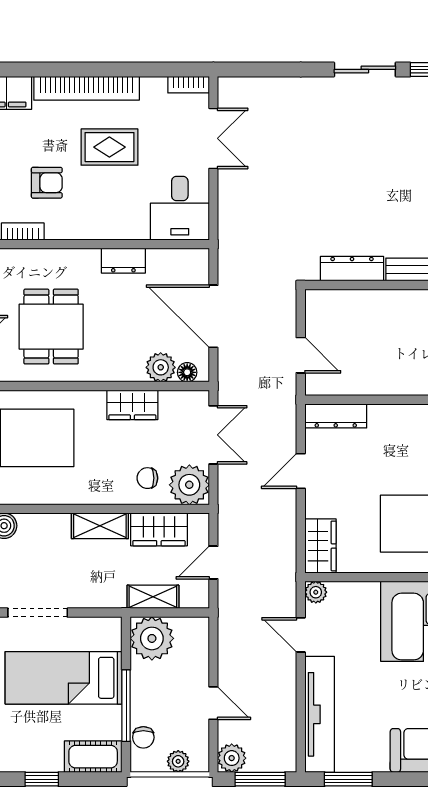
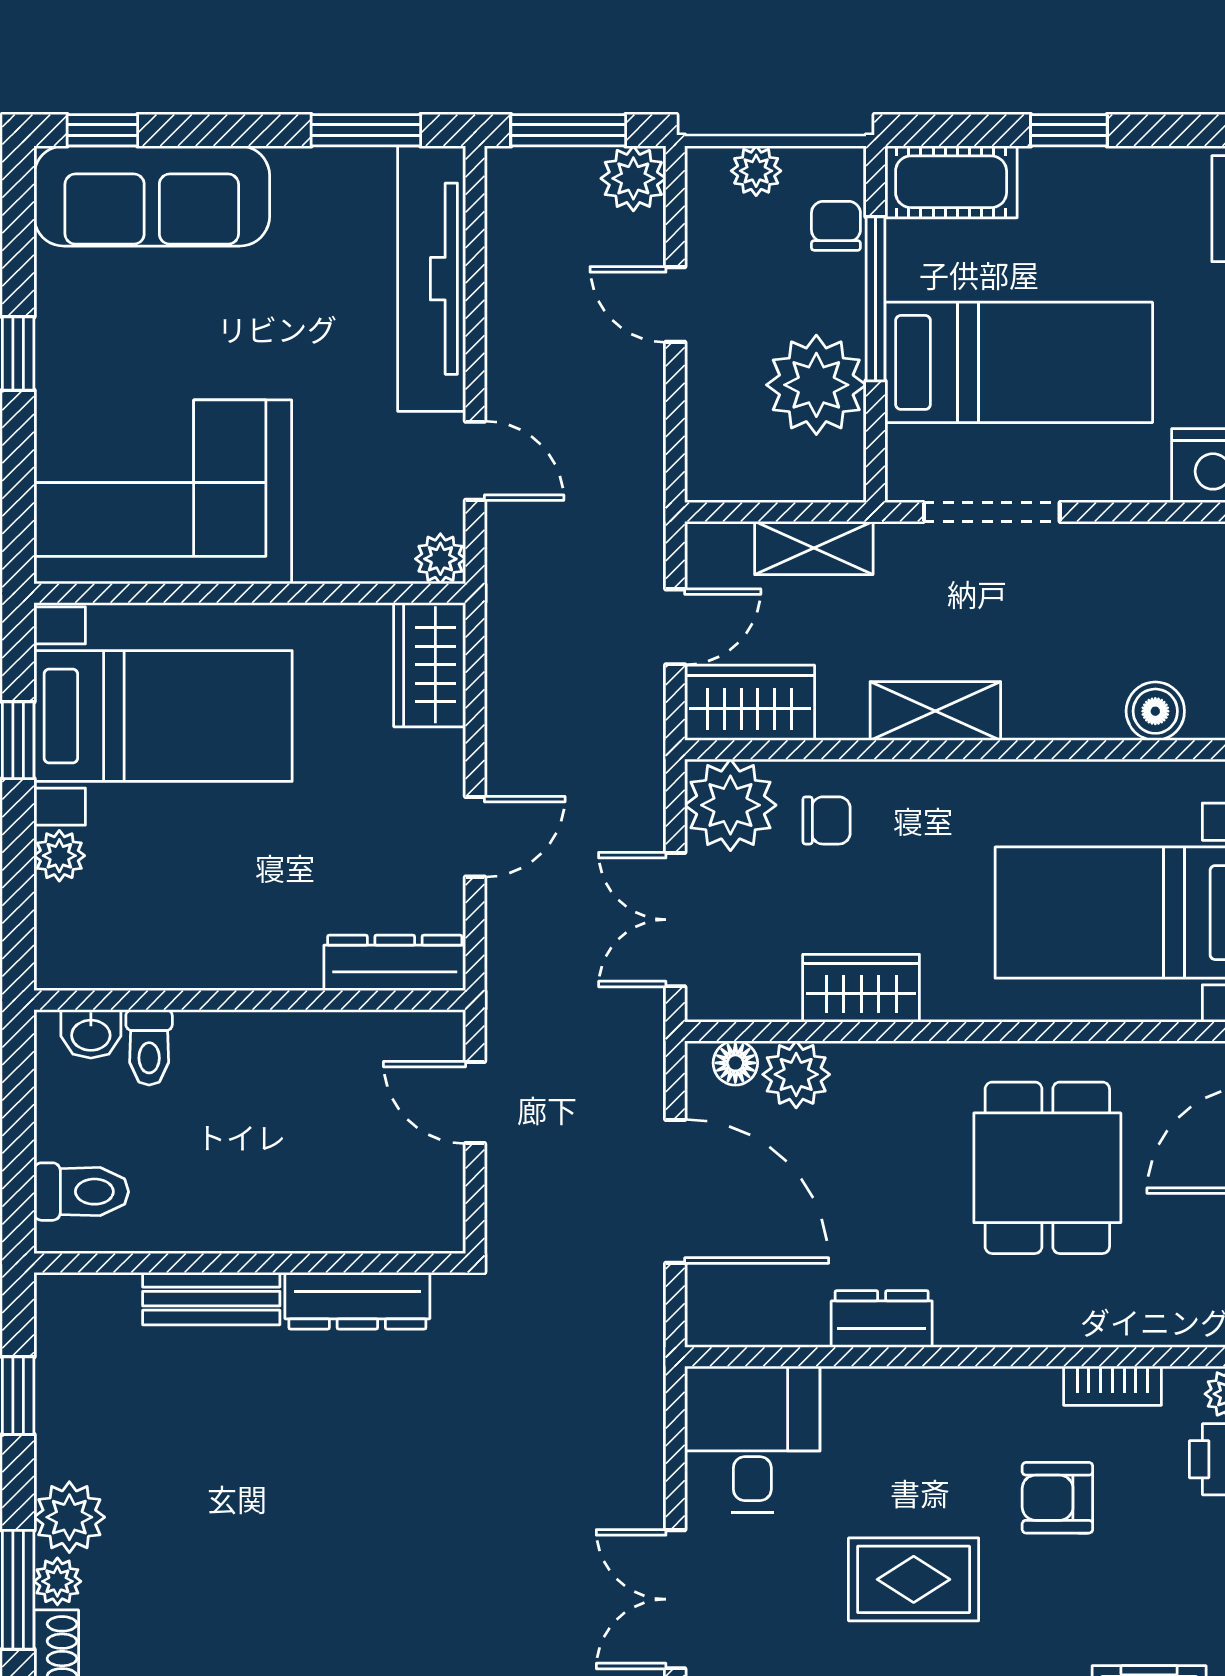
wardrobe: (159, 529) -> (750, 703), moved
doorway: (38, 613) -> (992, 512), moved
plant: (152, 638) -> (816, 385), moved

